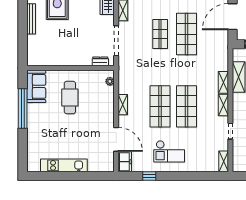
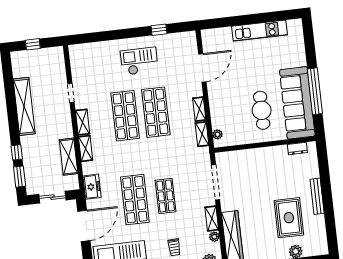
dresser: (100, 61) -> (297, 148), moved
sofa: (36, 86) -> (297, 103), width x1.85, depth x1.27
door: (116, 139) -> (202, 68), swing flipped
shelving: (224, 161) -> (202, 134), moved
freezer: (125, 162) -> (92, 187), moved, turned 180

